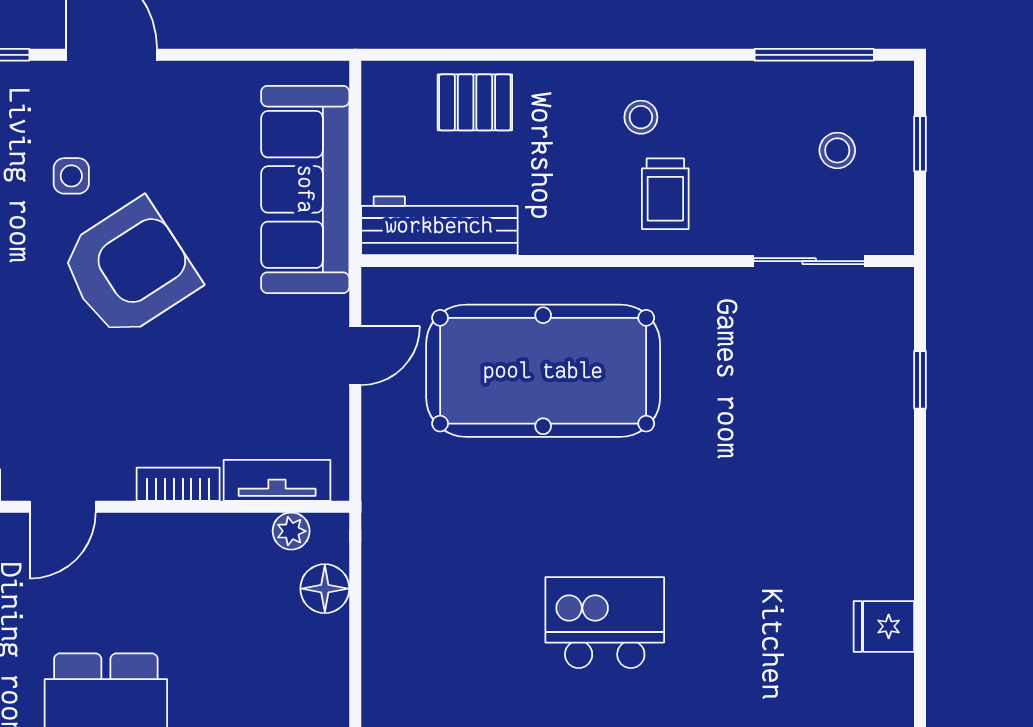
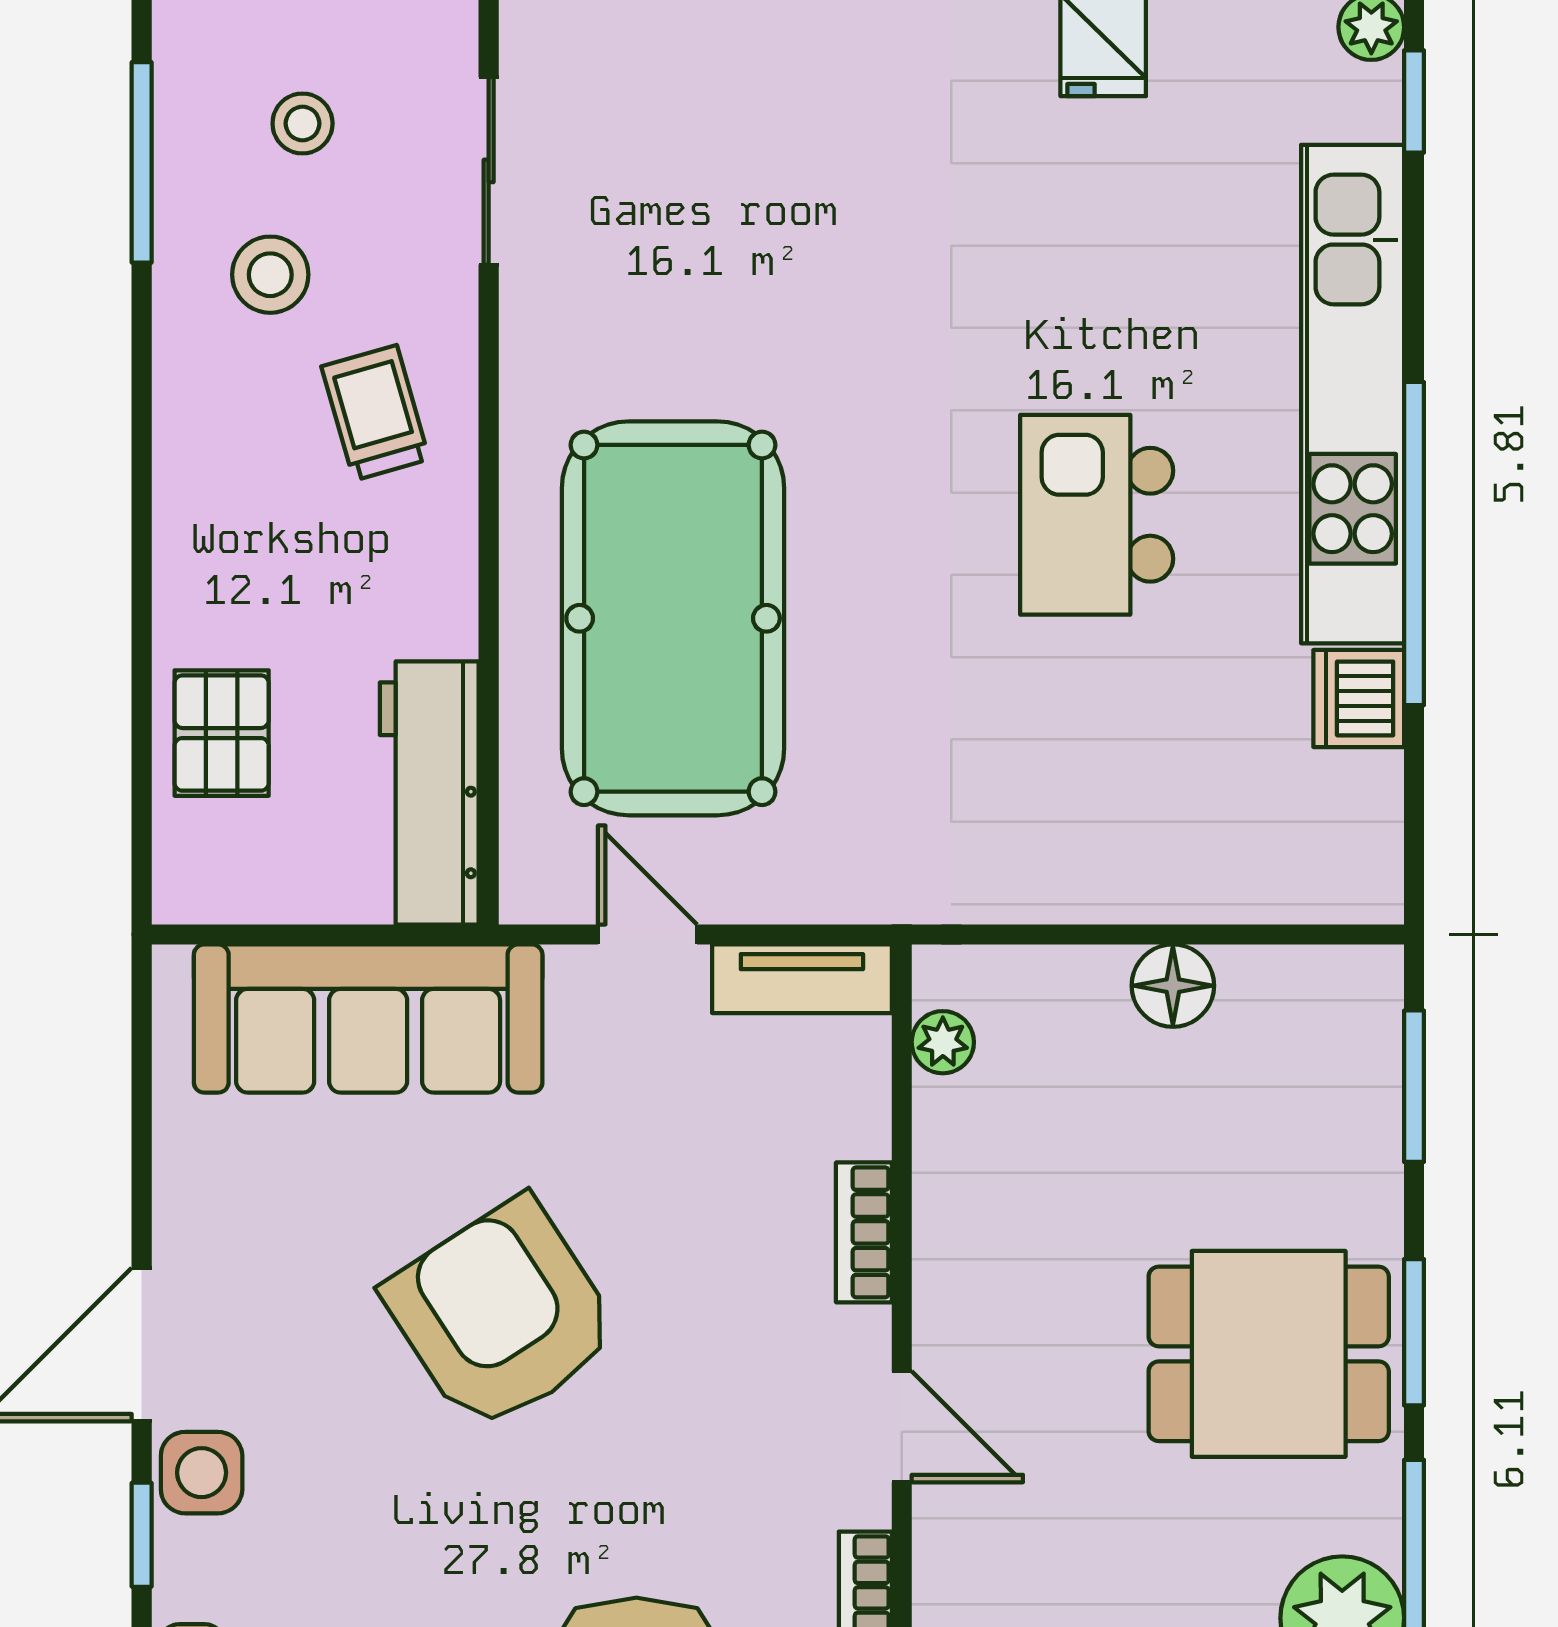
stool: (641, 117) -> (270, 275), moved, width x1.37, depth x1.37
side table: (71, 176) -> (202, 1473), moved, width x1.37, depth x1.37
trolley: (665, 194) -> (375, 413), turned -106
tv unit: (277, 480) -> (802, 979), moved, turned -90
floor lamp: (325, 589) -> (1173, 986), moved

